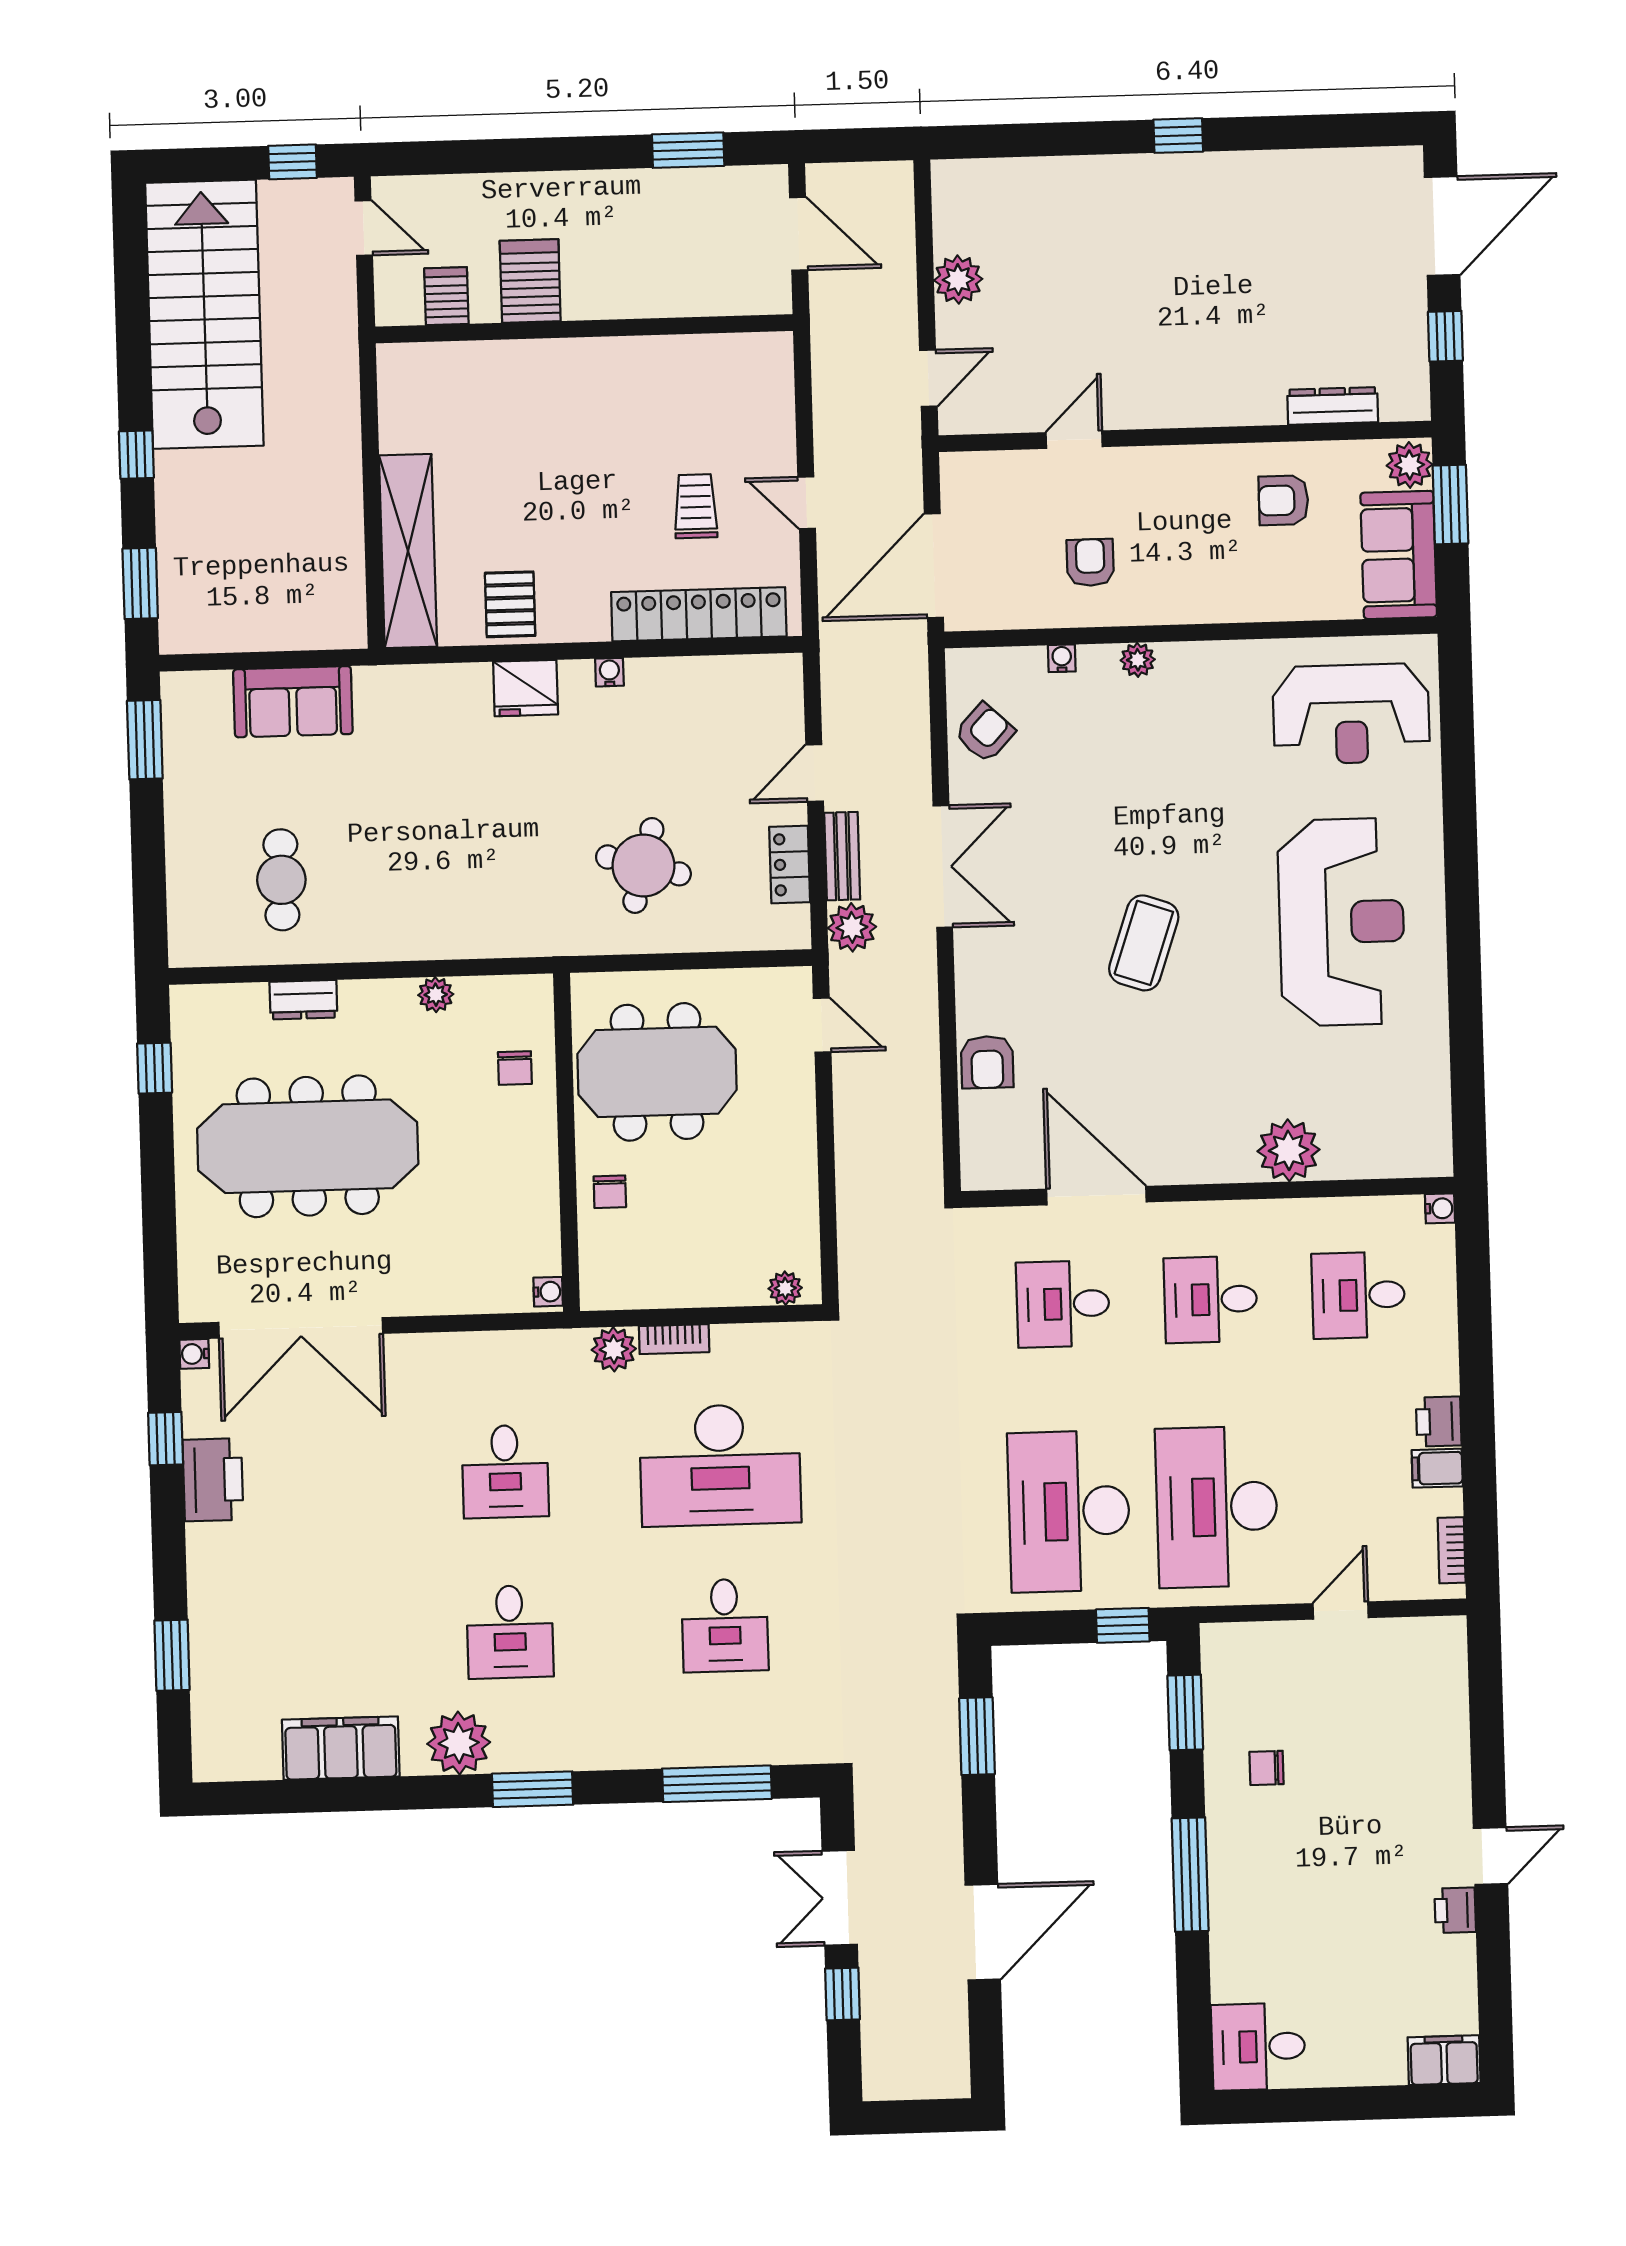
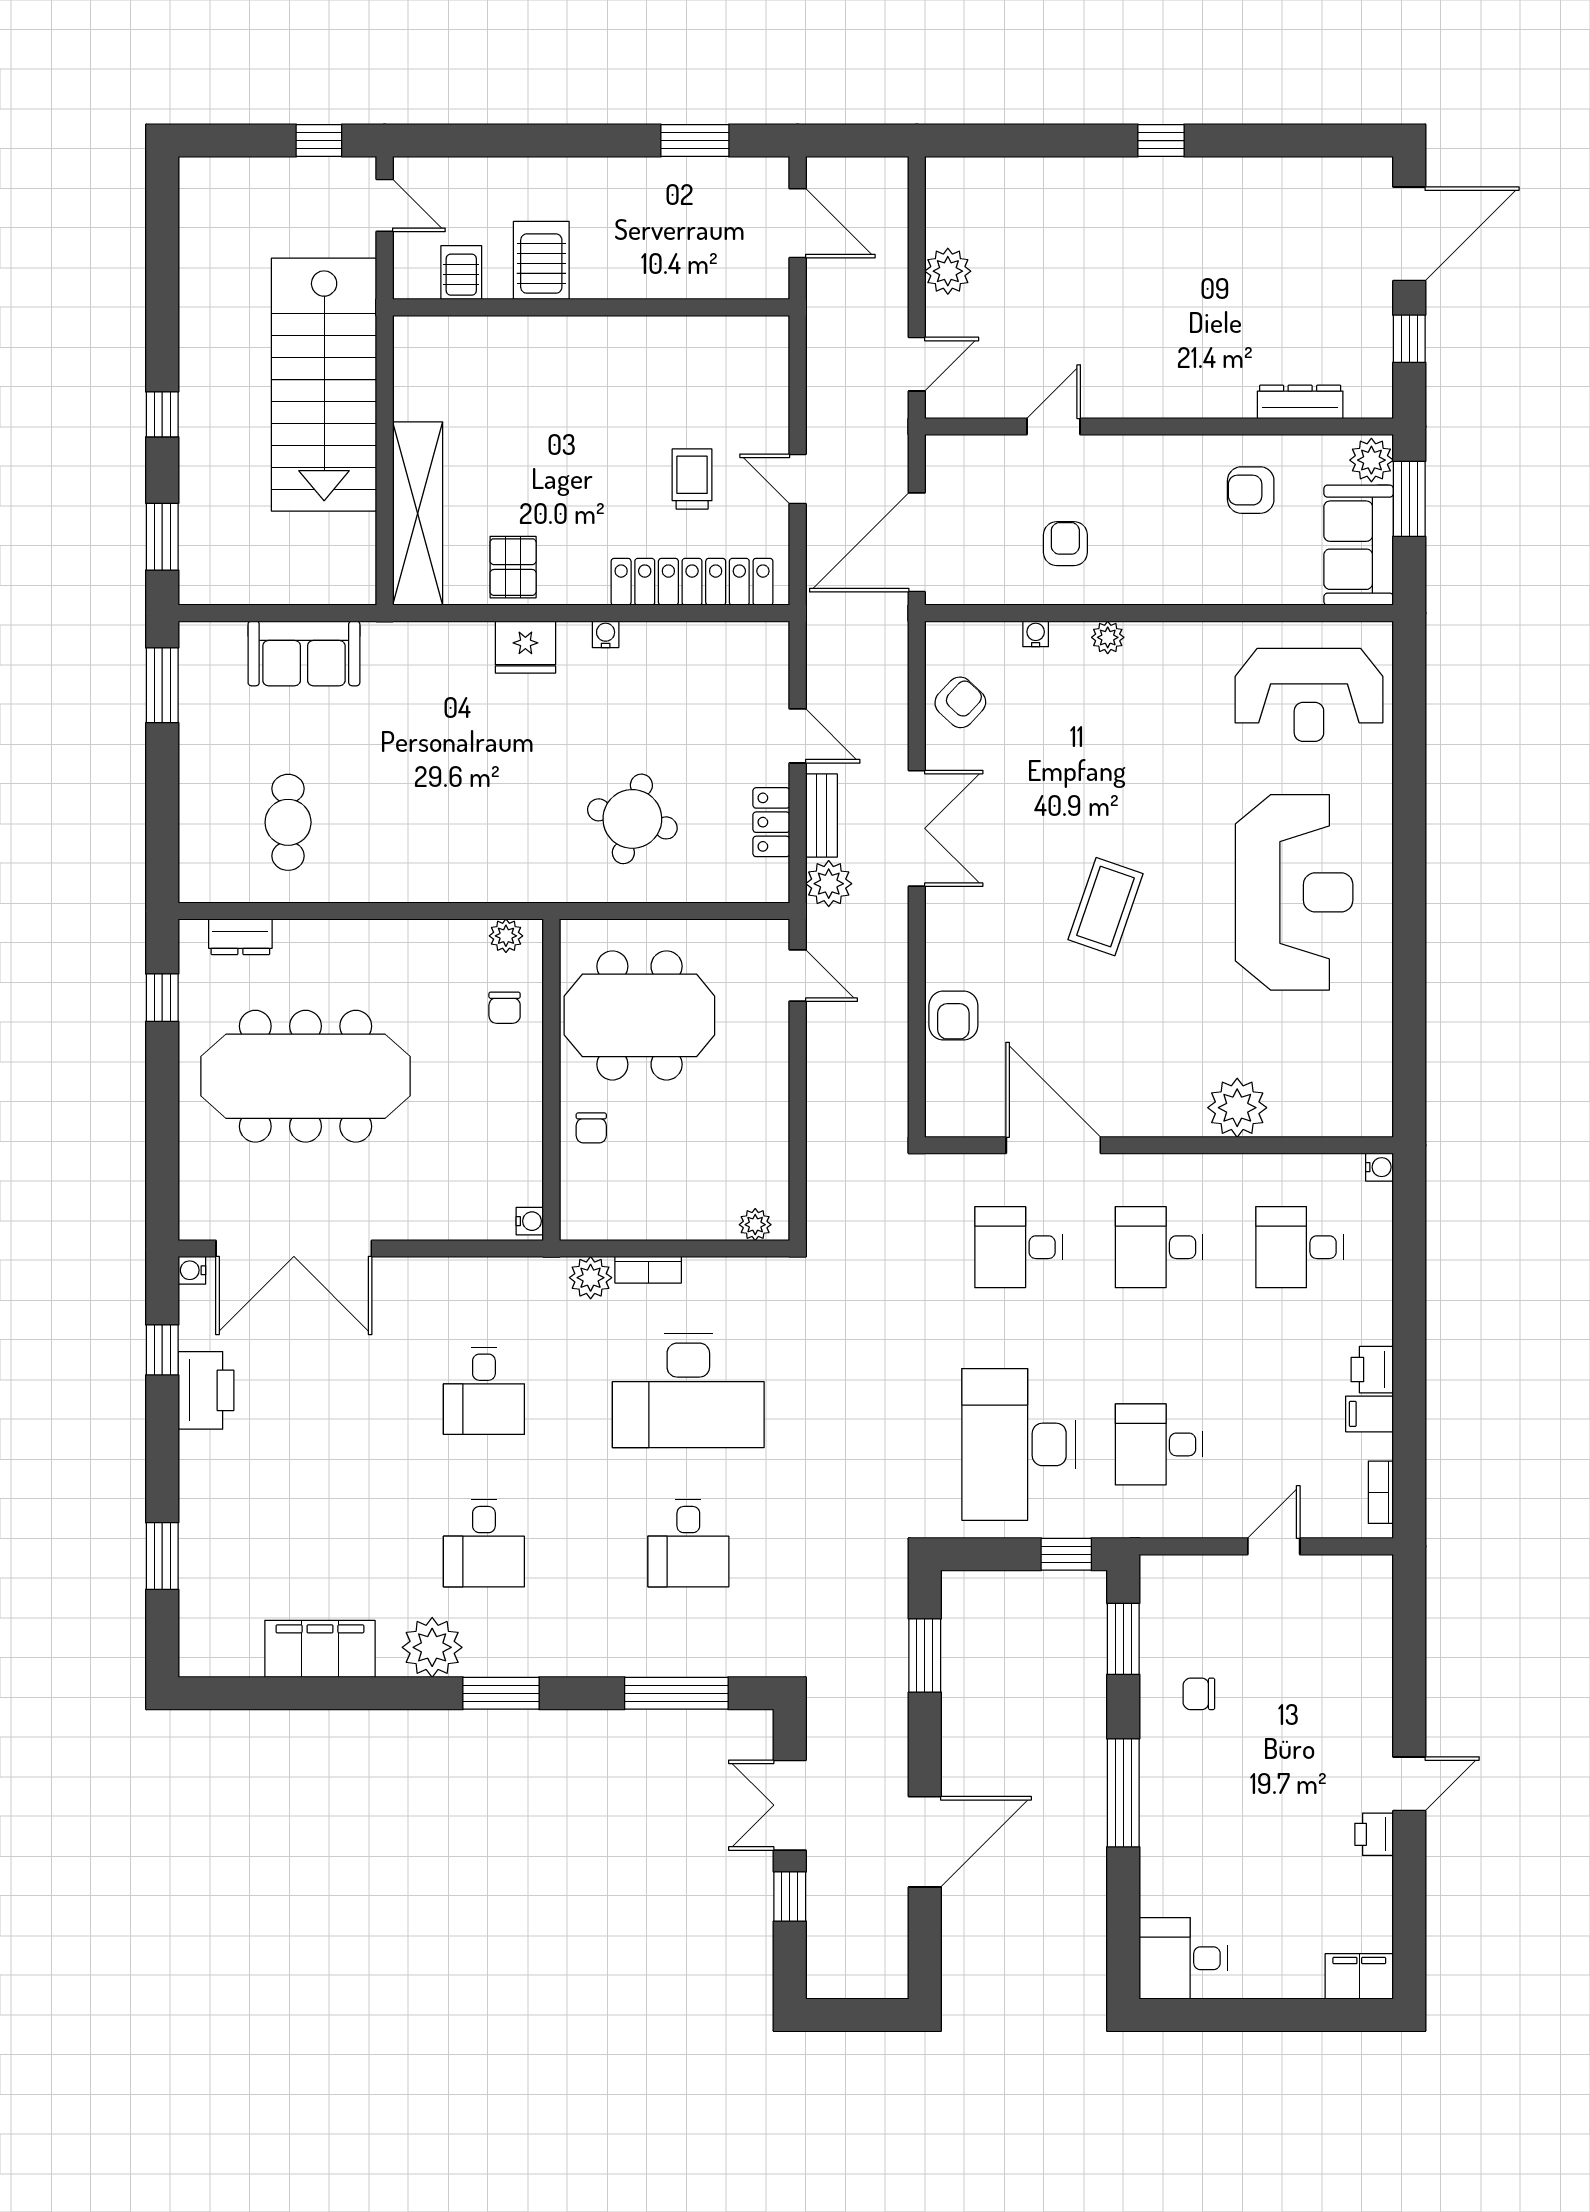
stairs: (204, 314) -> (324, 385), moved, turned 180
door: (815, 773) -> (798, 736), swing flipped
plant: (436, 995) -> (506, 936), moved
dresser: (303, 1000) -> (240, 937), moved
desk: (1217, 1507) -> (1159, 1444), width x0.53, depth x0.77

